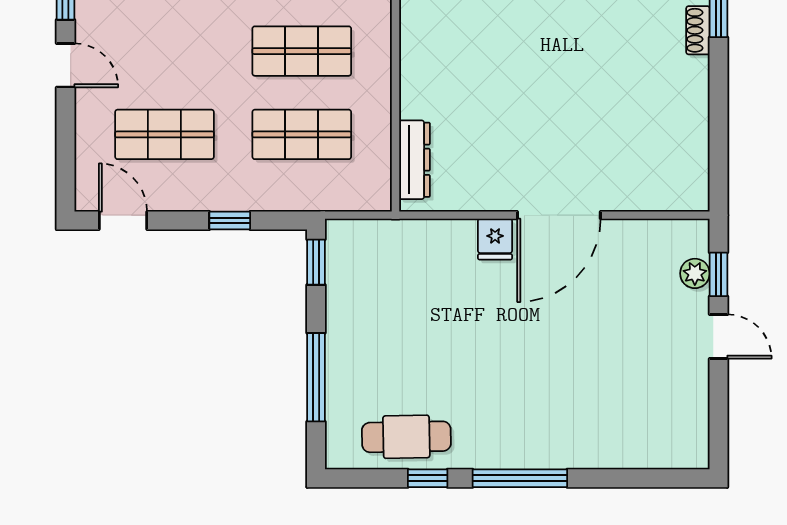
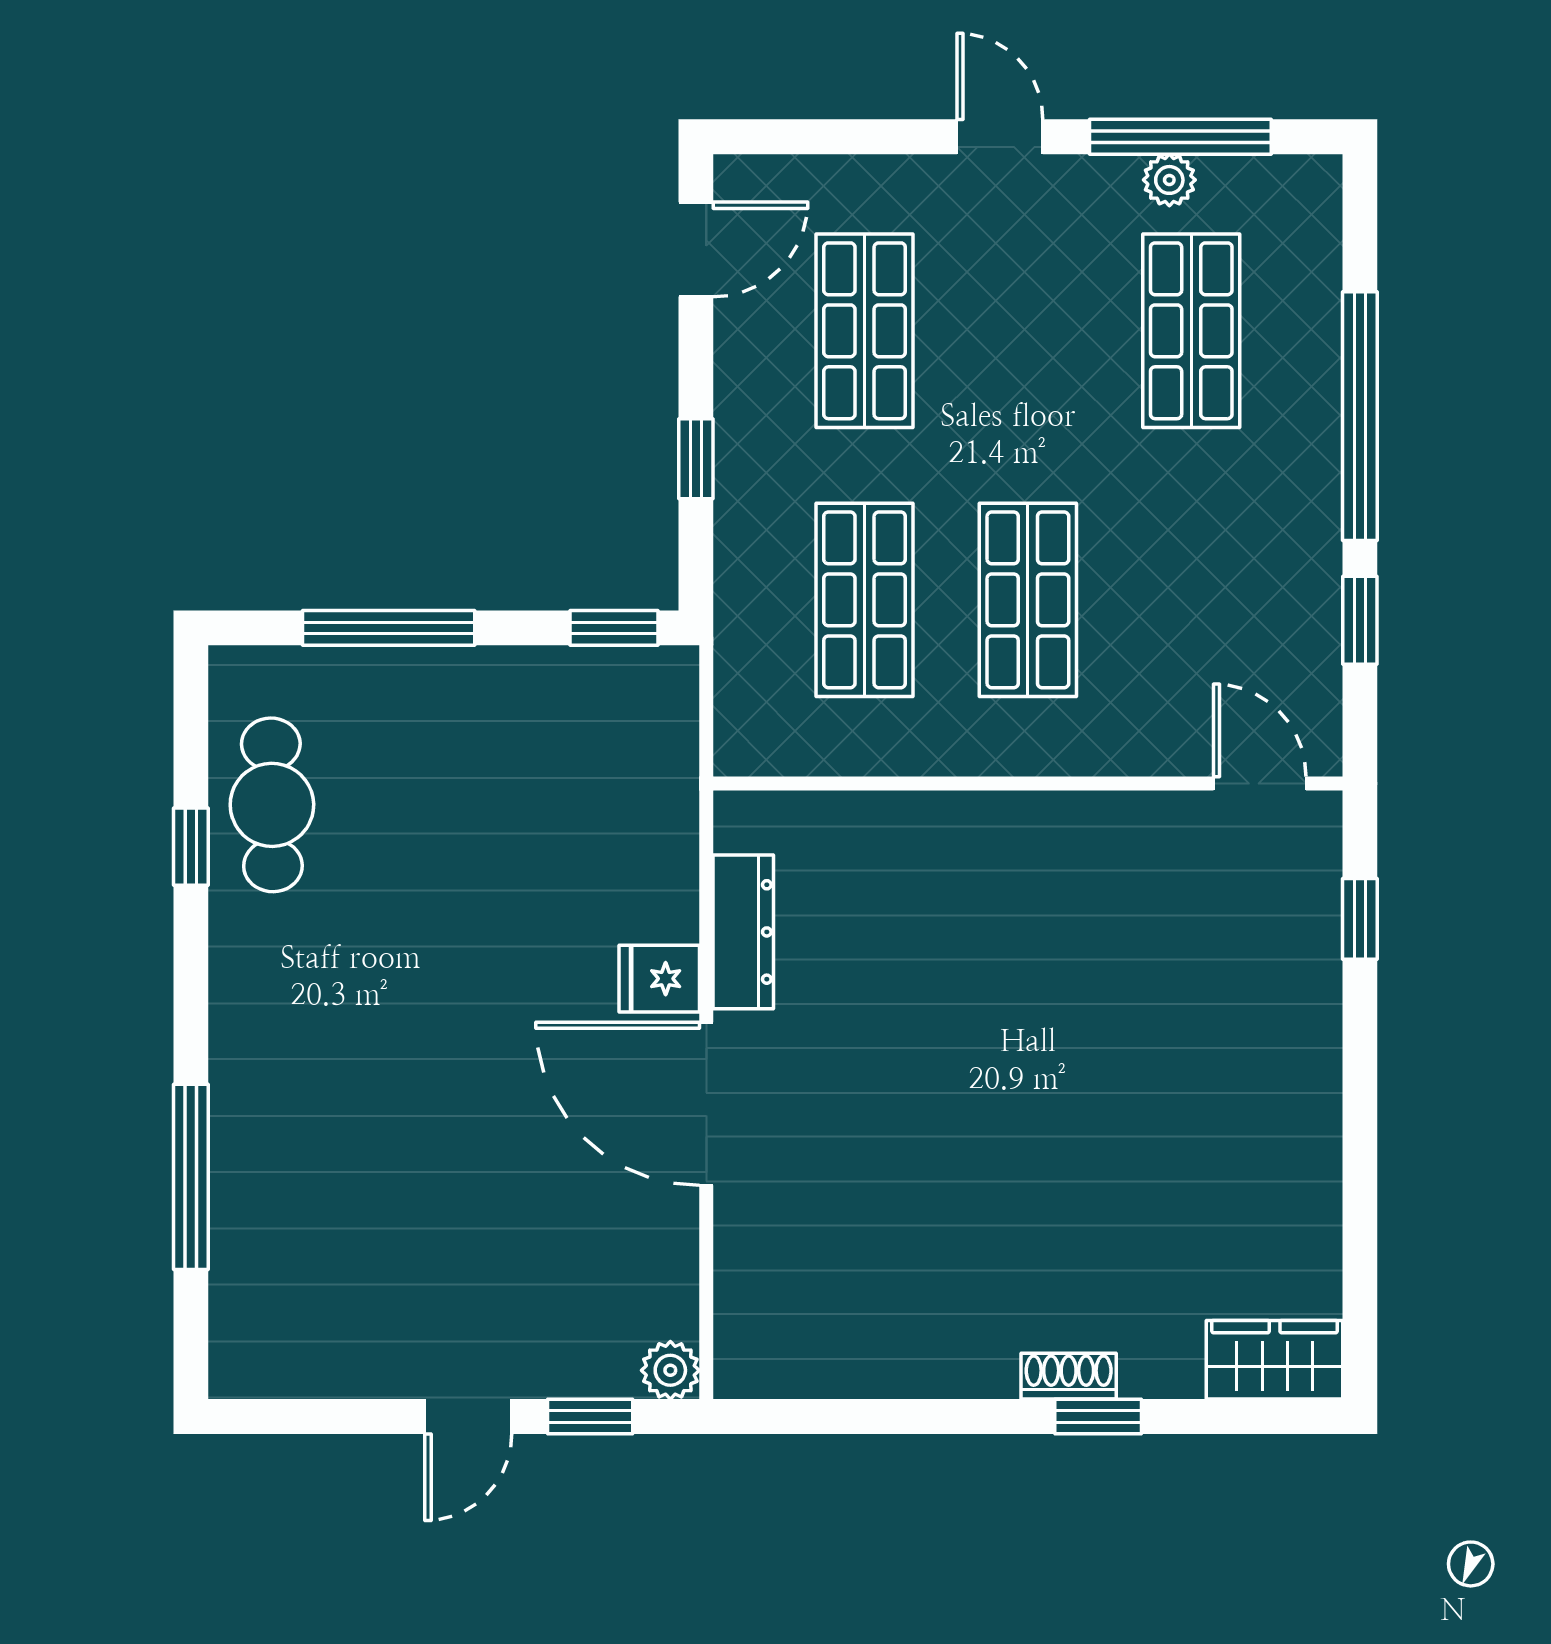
door: (65, 65) -> (1000, 137), swing flipped
dresser: (414, 160) -> (743, 932), moved, turned -90
plant: (695, 273) -> (670, 1370), moved
window: (520, 478) -> (191, 1177), moved

